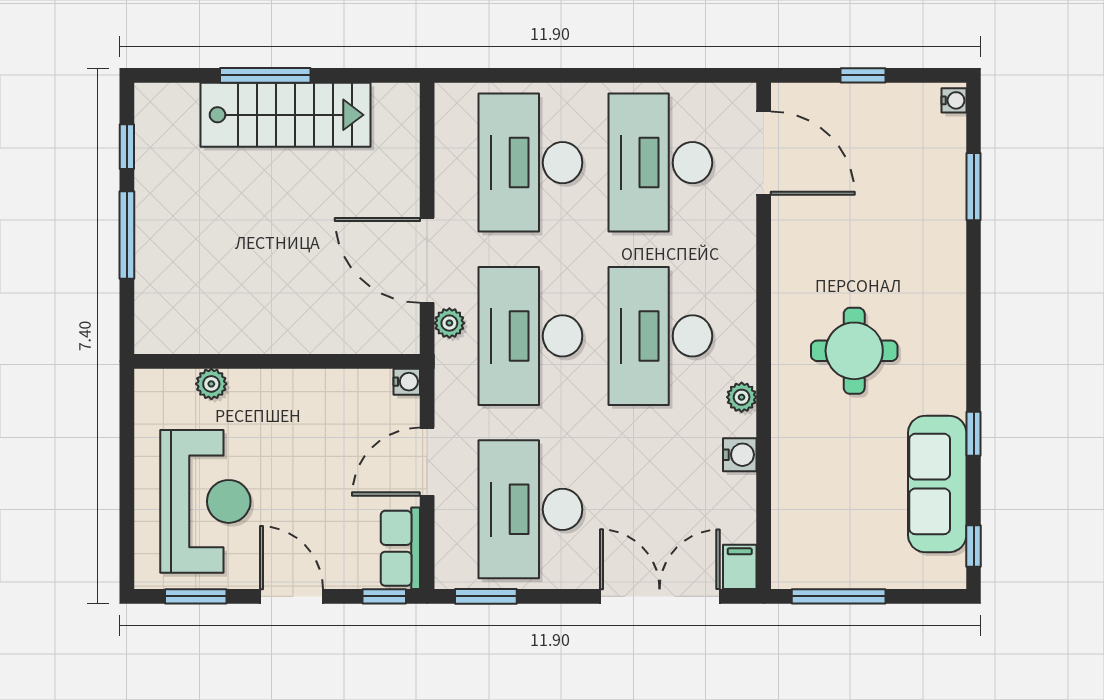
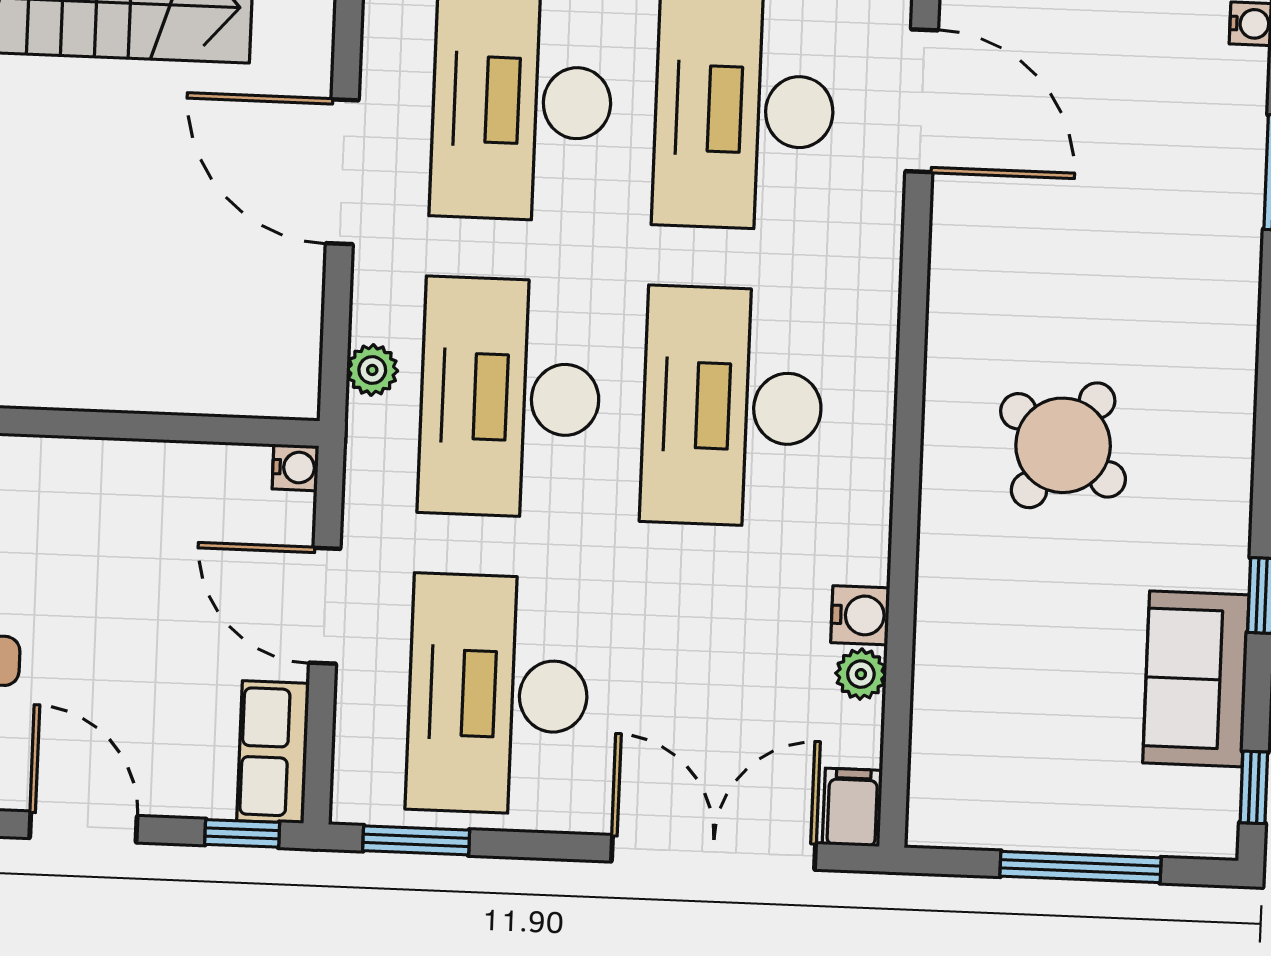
door: (427, 260) -> (342, 172), moved
round table: (854, 351) -> (1063, 445), turned 35
plant: (742, 397) -> (861, 674), moved
door: (427, 462) -> (325, 606), hinge flipped
sofa: (937, 484) -> (1196, 679), width x0.73
window: (839, 596) -> (1081, 867), moved

